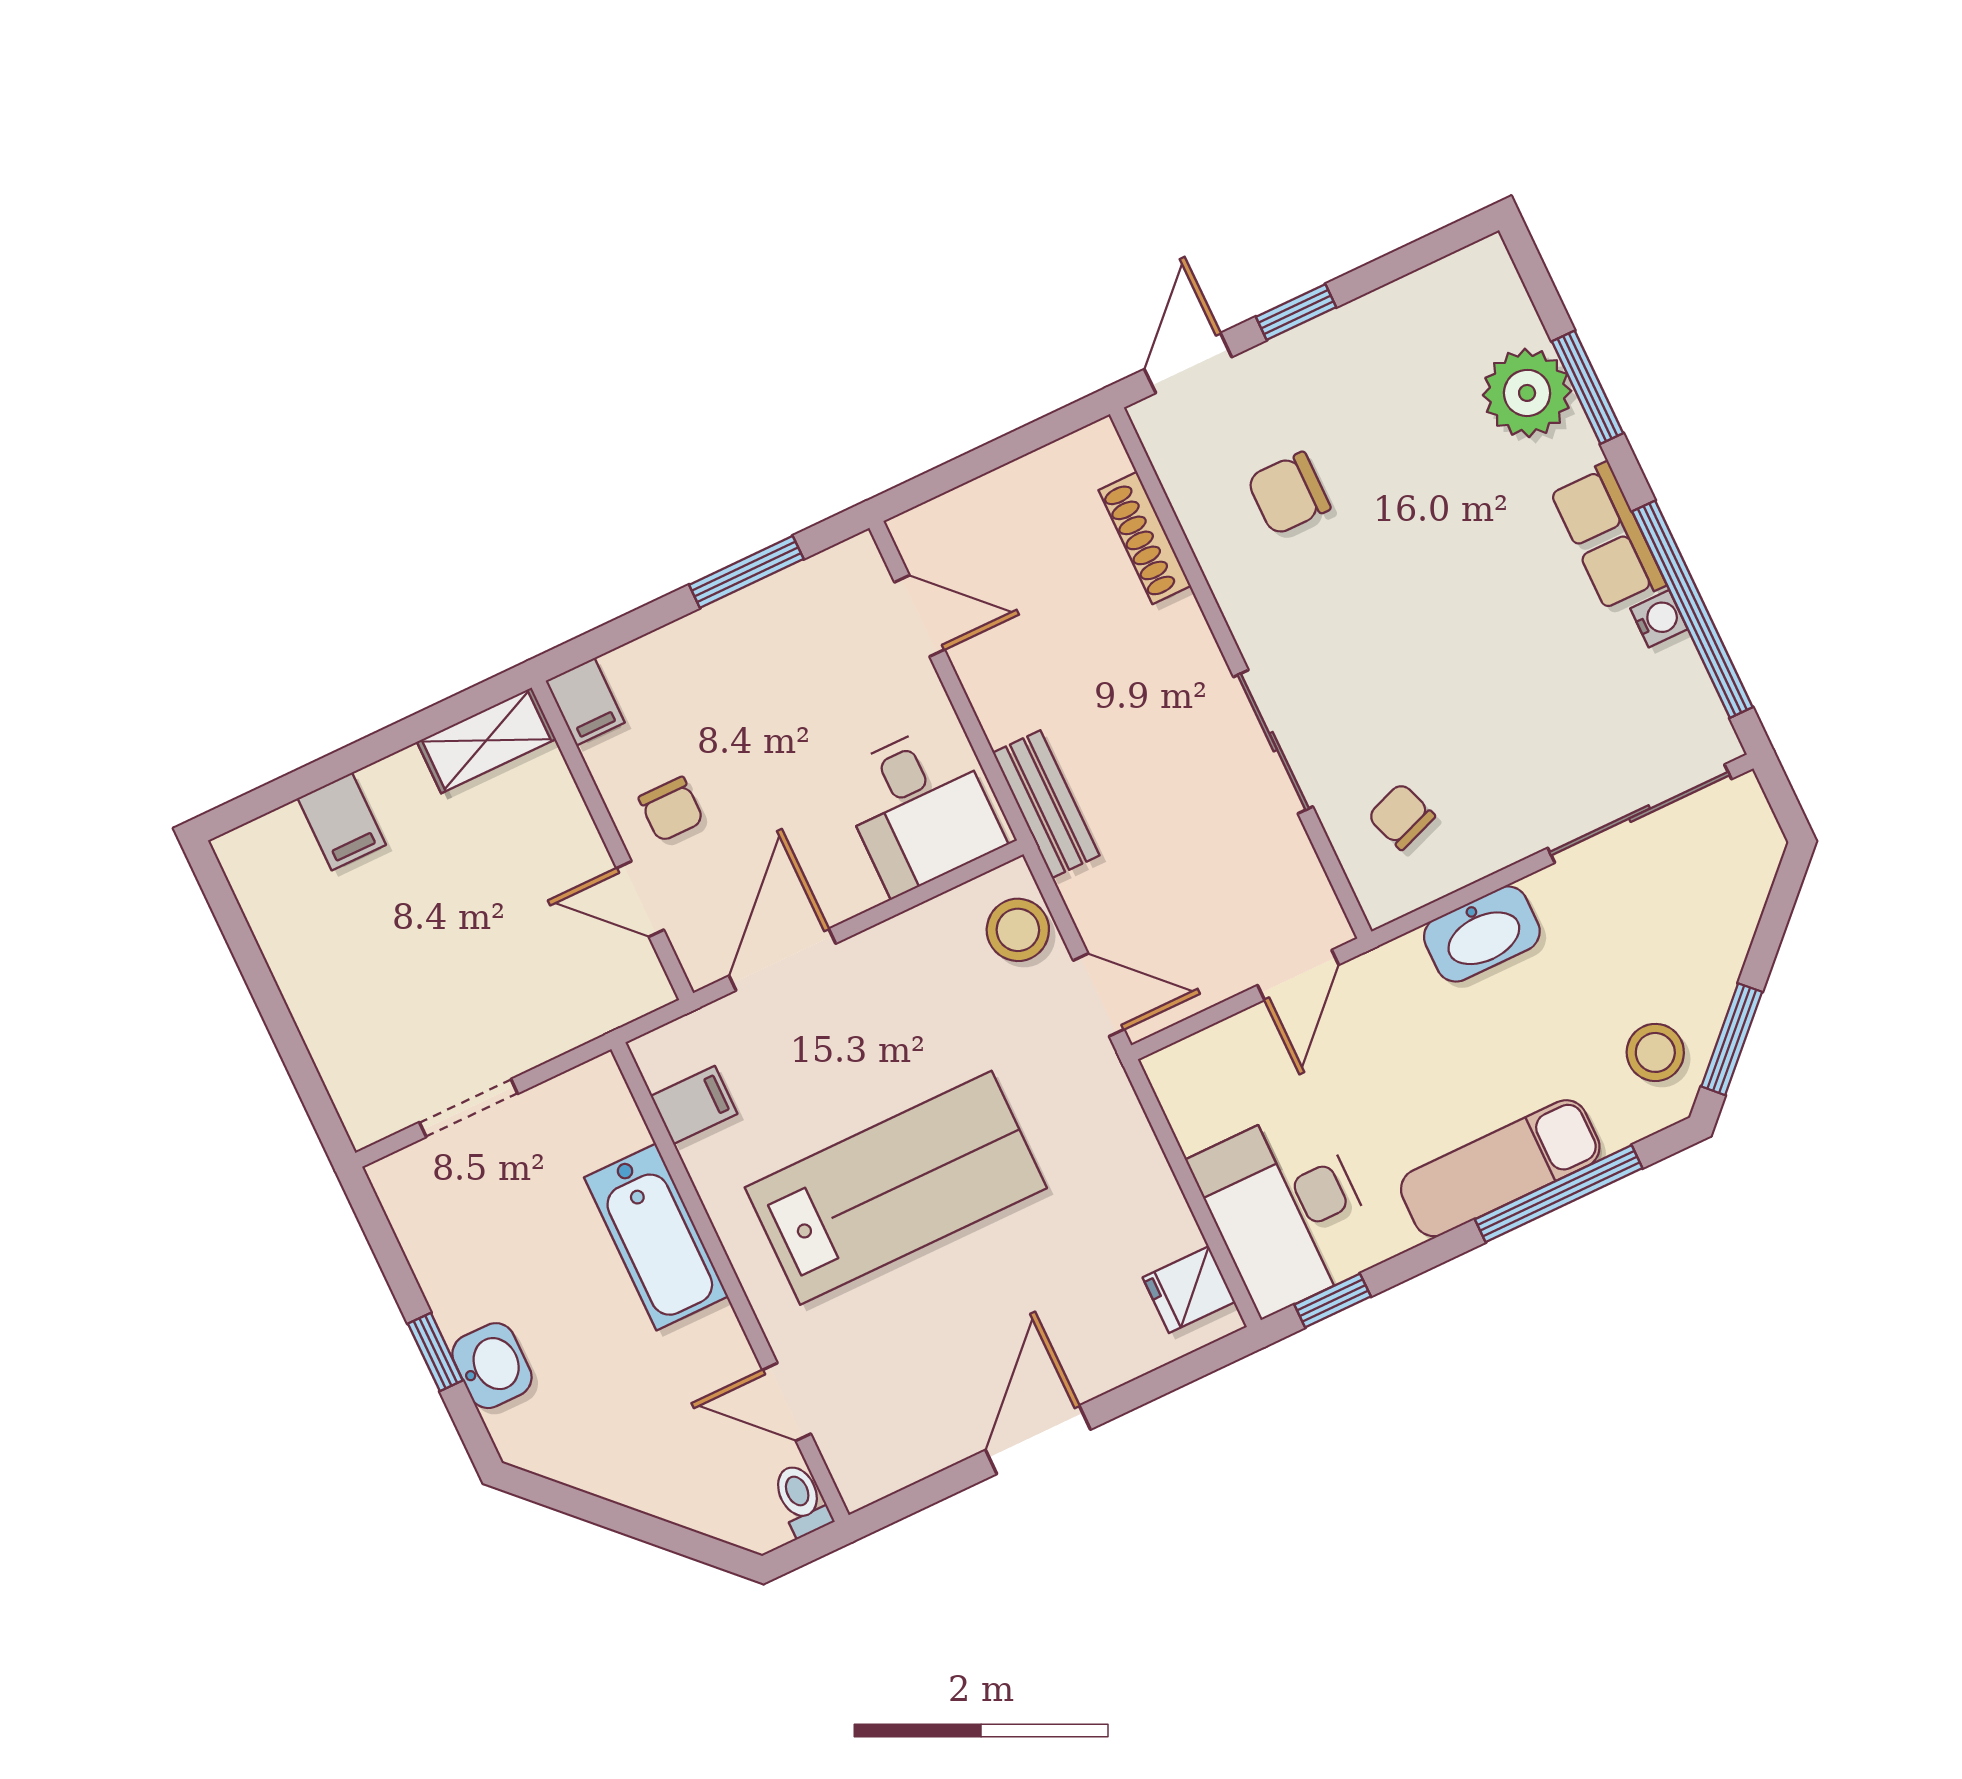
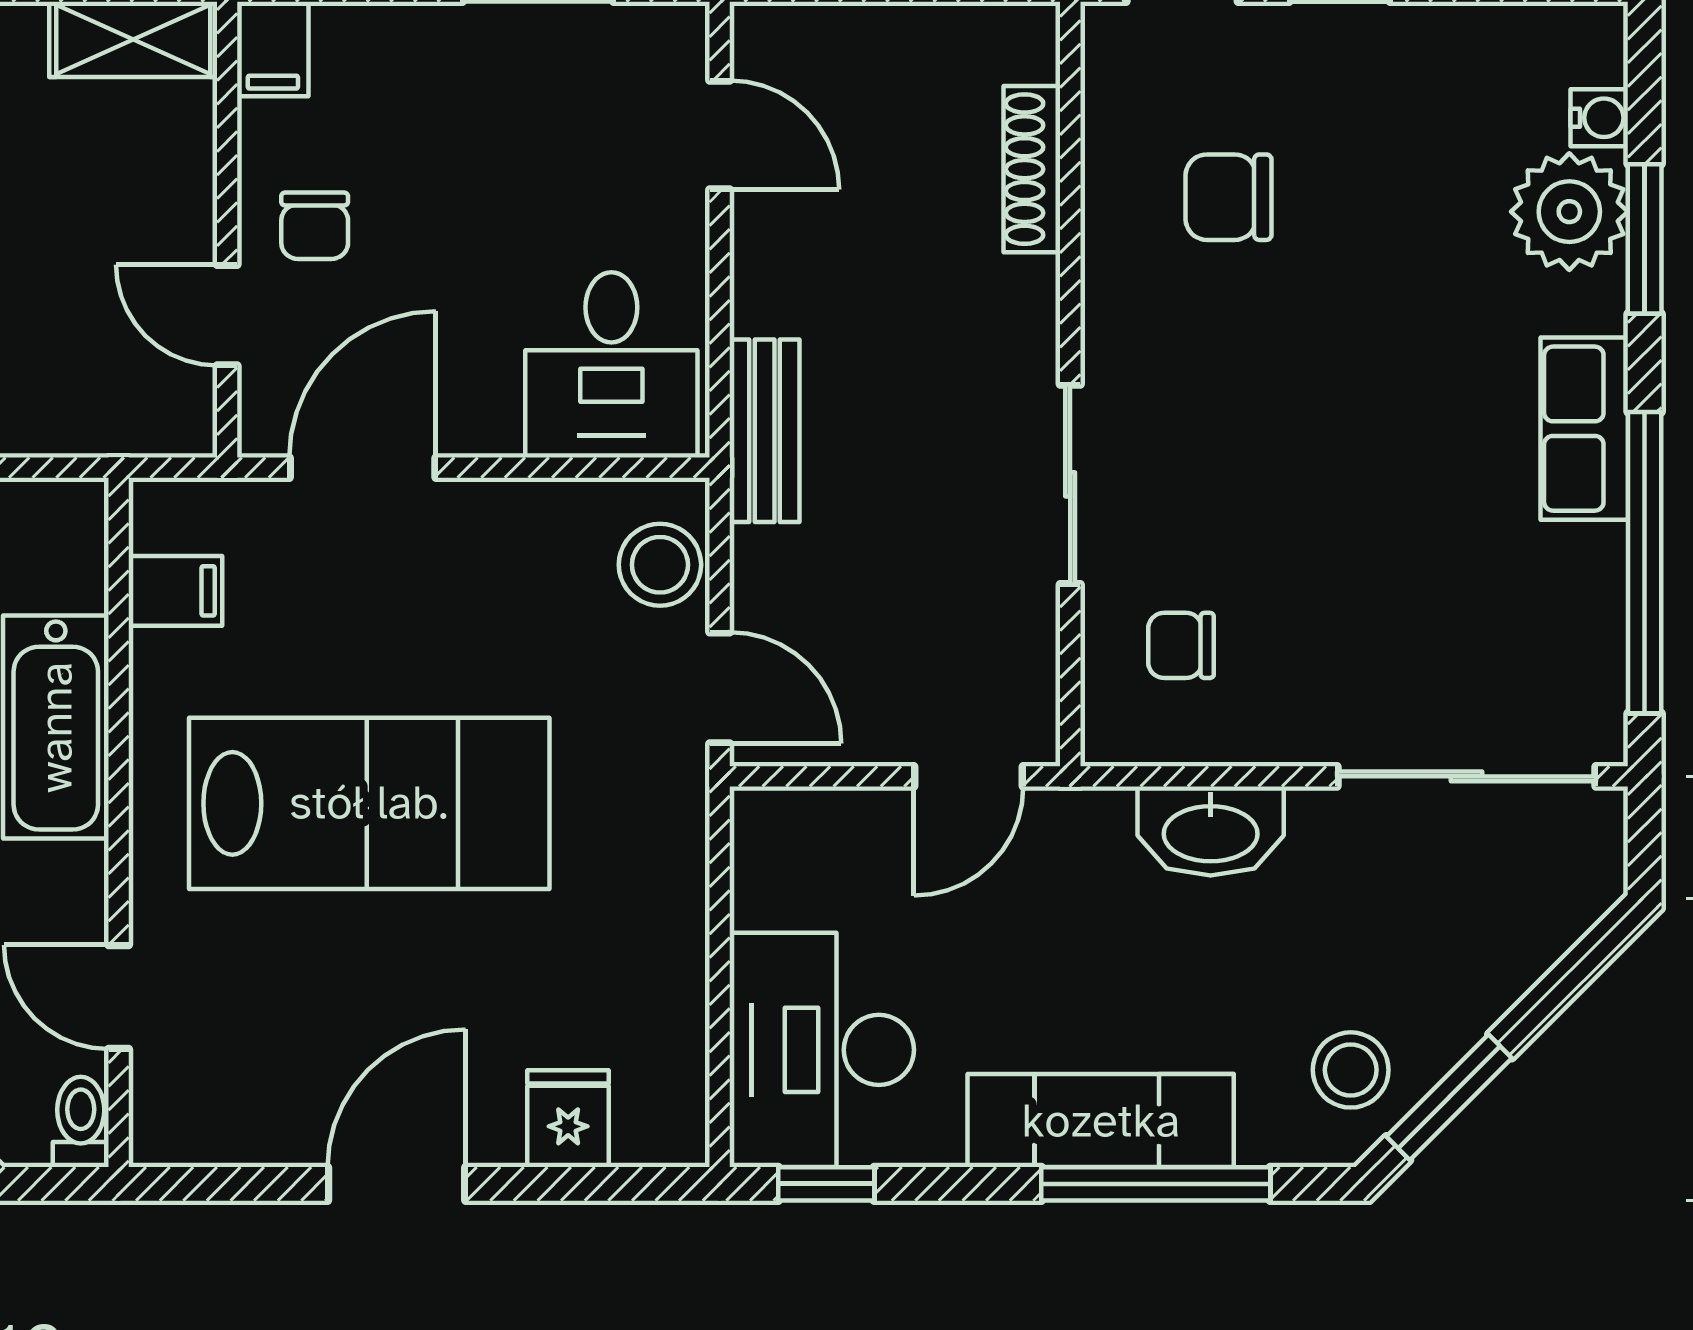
water cooler: (1659, 619) -> (1599, 118), moved
chair: (1401, 816) -> (1181, 645), turned -70
fridge: (1189, 1290) -> (568, 1119), moved, turned 90

